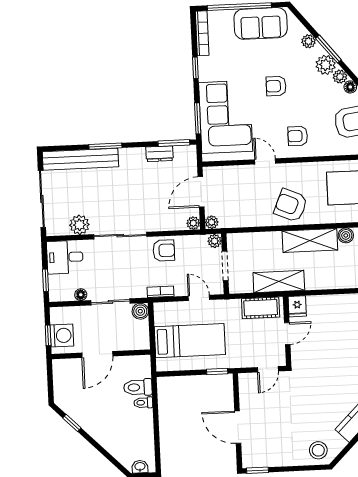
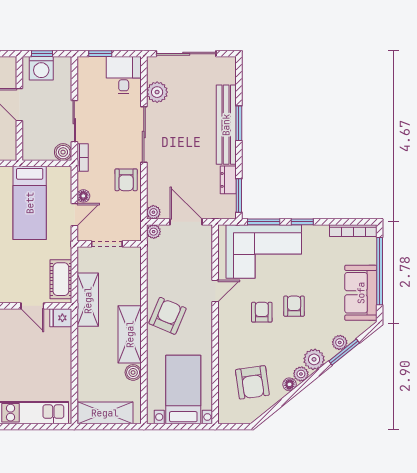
window: (328, 49) -> (344, 352), moved
window: (195, 68) -> (302, 222), moved
armchair: (298, 136) -> (262, 312), moved
bench: (80, 159) -> (226, 125), moved
plant: (215, 241) -> (134, 234), removed
bookcase: (161, 292) -> (83, 157), moved
floor lamp: (81, 295) -> (83, 196), moved

